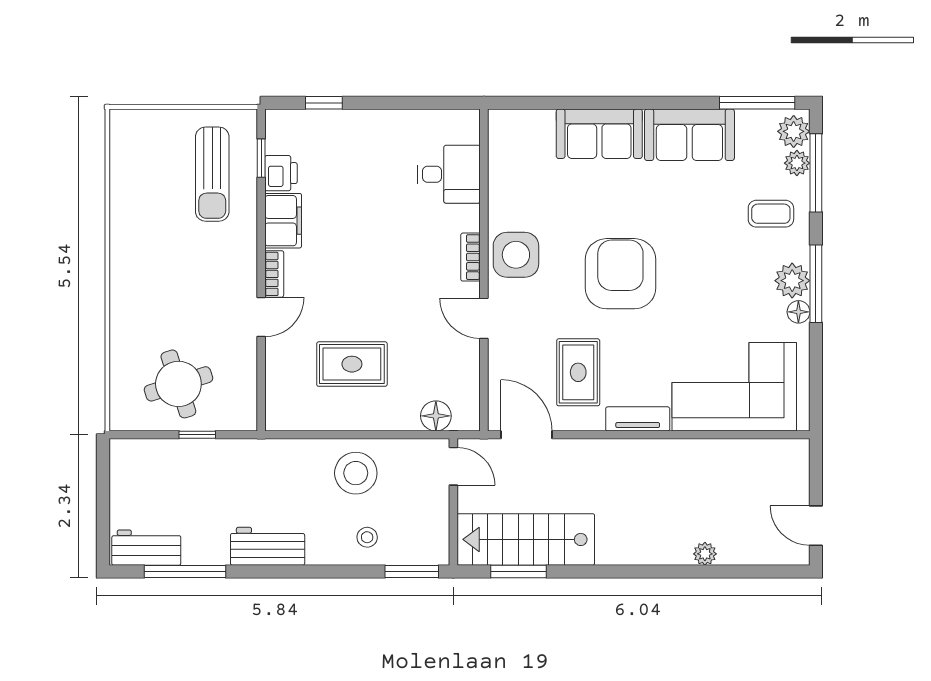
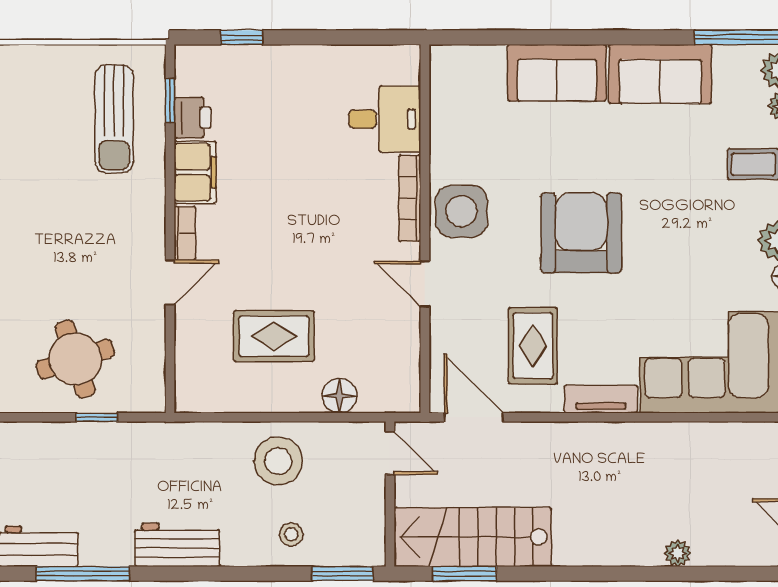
bookcase: (471, 257) -> (410, 198), width x1.56
floor lamp: (436, 416) -> (339, 396), moved

